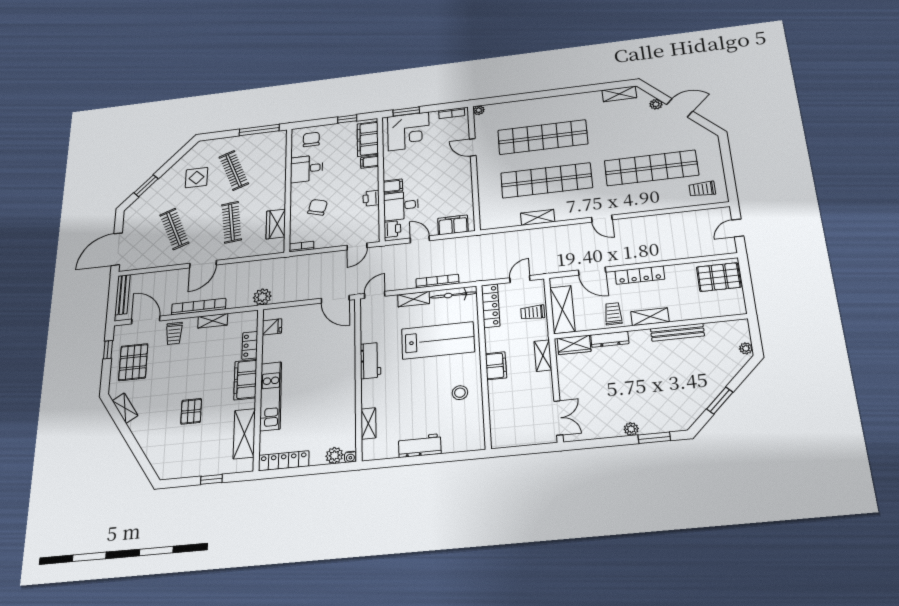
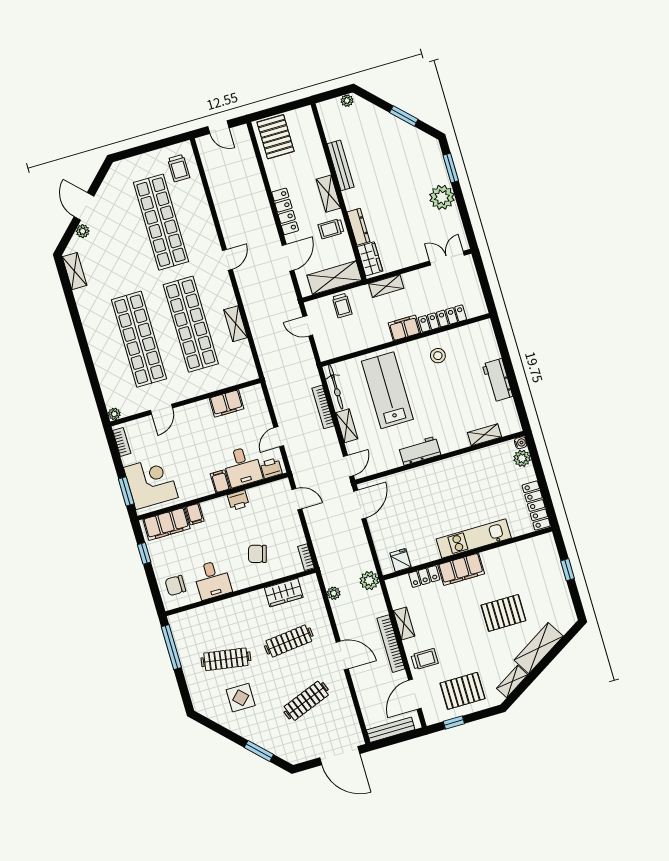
clothes rail: (234, 170) -> (226, 659), turned 30
filing cabinet: (453, 225) -> (227, 403), moved, turned -90
plant: (261, 265) -> (334, 593), added
door: (375, 295) -> (348, 466), swing flipped
locker: (491, 306) -> (442, 319), moved
pallet: (191, 411) -> (503, 613), width x1.50, depth x1.42
plant: (631, 429) -> (442, 197), width x1.88, depth x1.88
shelving: (244, 434) -> (539, 648), moved, turned -31

